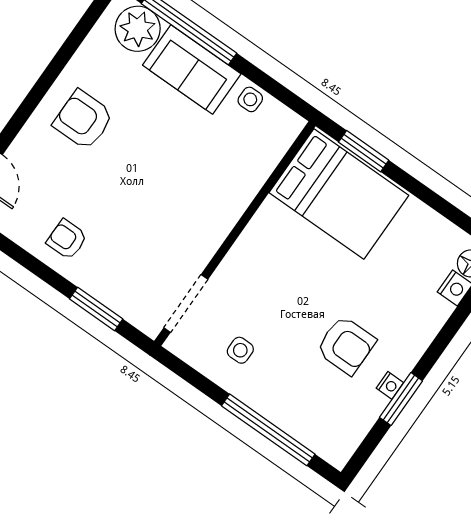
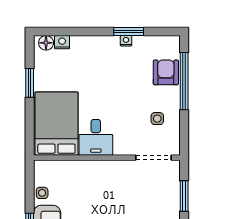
window: (364, 151) -> (30, 83), moved
desk: (277, 239) -> (96, 137), added
armchair: (346, 345) -> (166, 72), moved

